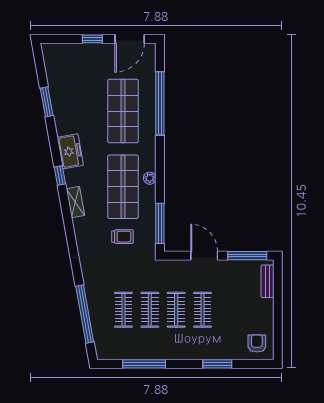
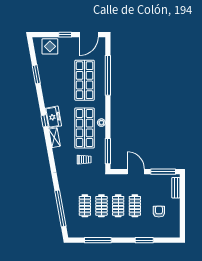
display table: (68, 58) -> (50, 46), added
freezer: (70, 151) -> (53, 117), moved
armchair: (257, 343) -> (159, 212), moved

